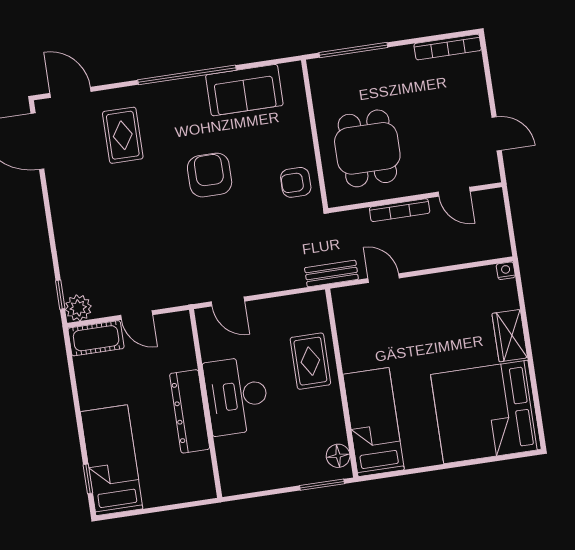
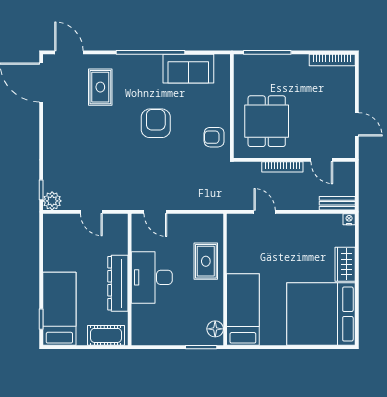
bench: (331, 274) -> (337, 203), moved
cot: (96, 338) -> (106, 335), moved

